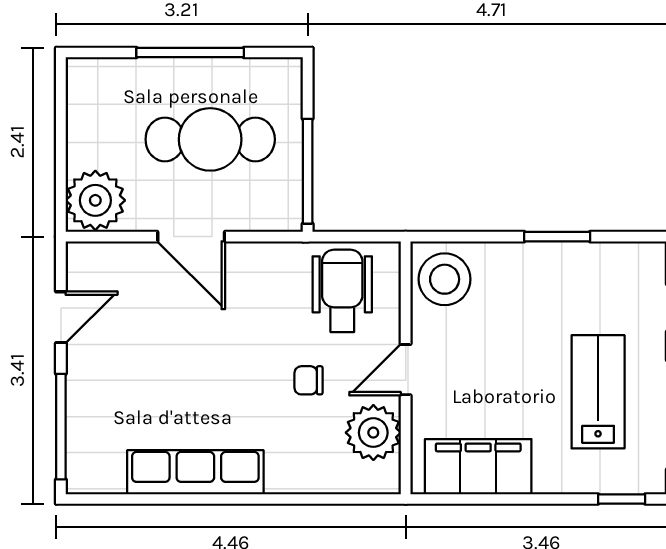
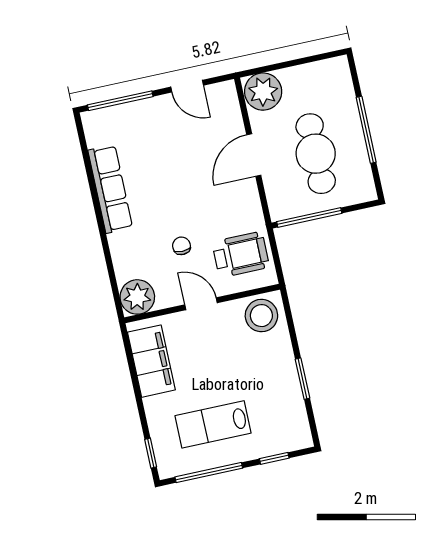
lab bench: (598, 392) -> (213, 424), turned 180
plant: (373, 433) -> (137, 297), moved

